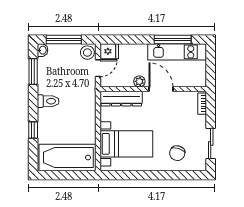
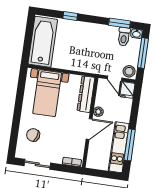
toilet: (48, 101) -> (124, 37), moved

